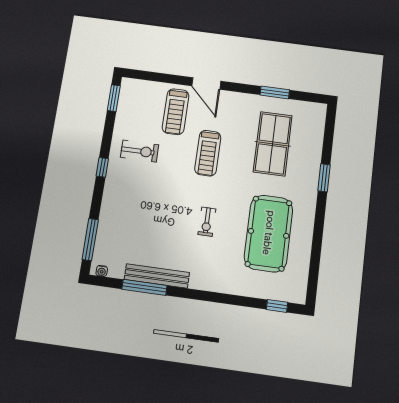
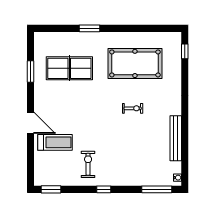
door: (206, 83) -> (31, 123), hinge flipped
treadmill: (208, 153) -> (83, 115), removed
window: (144, 287) -> (185, 146), removed

